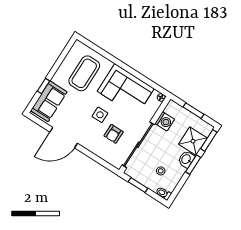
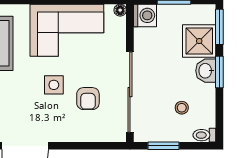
washing machine: (165, 121) -> (145, 15), moved

